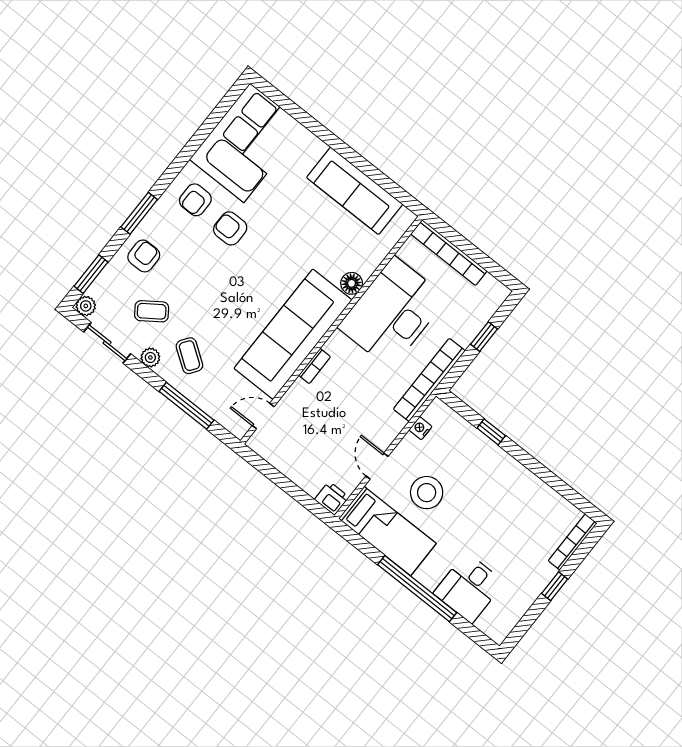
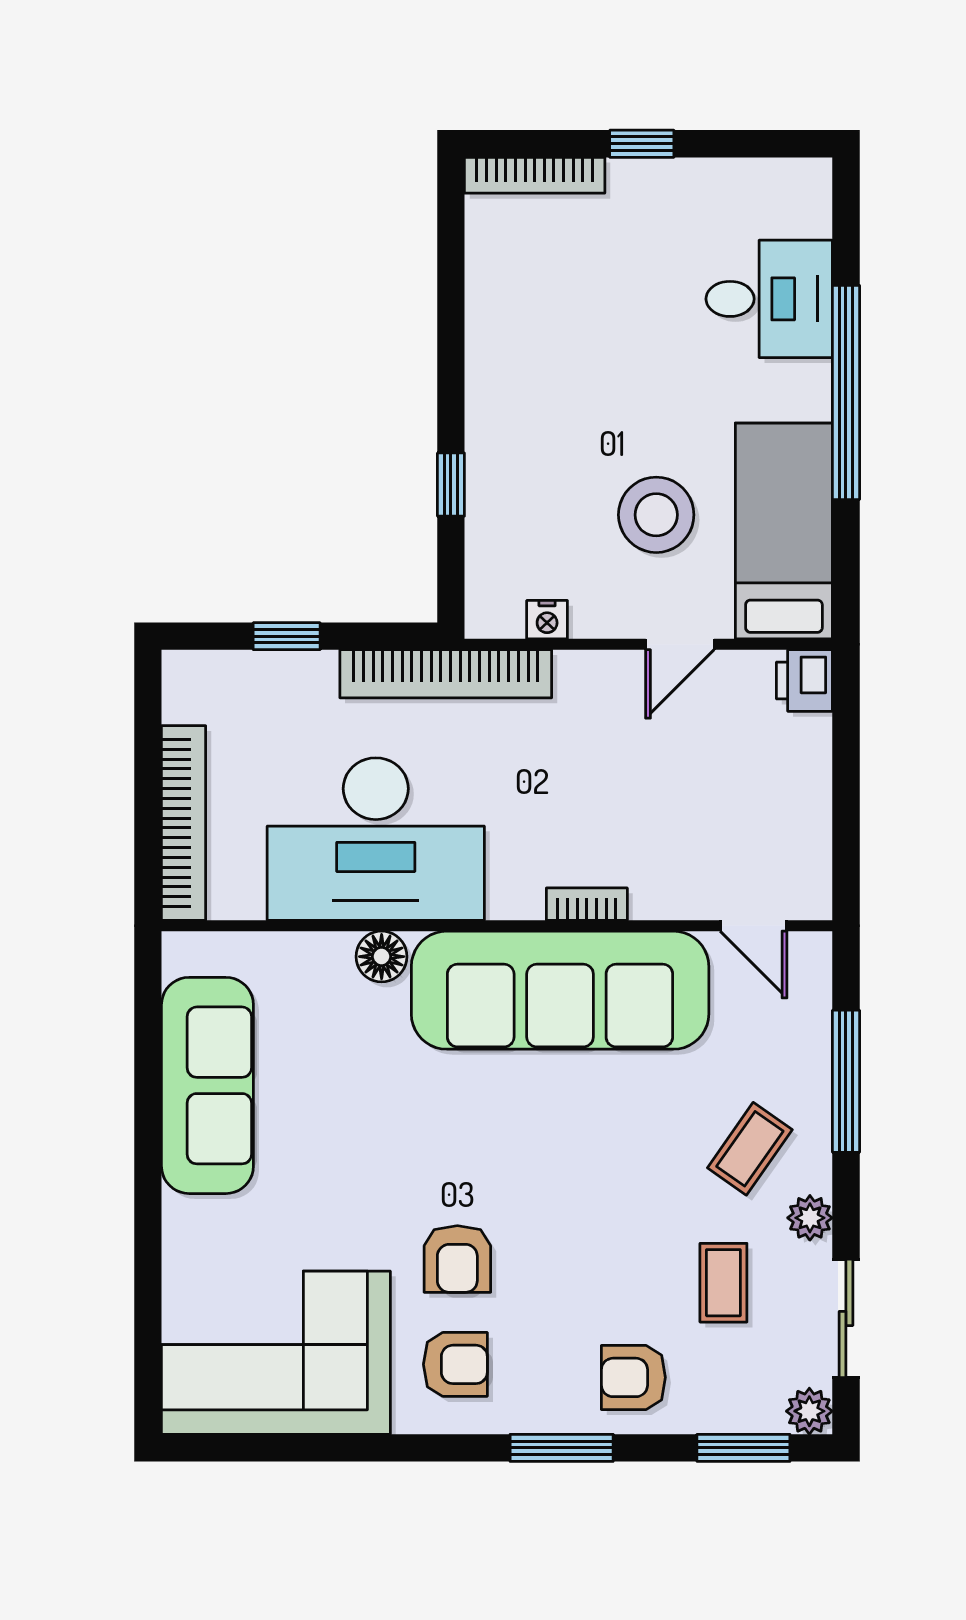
coffee table: (152, 311) -> (723, 1283), turned 35

